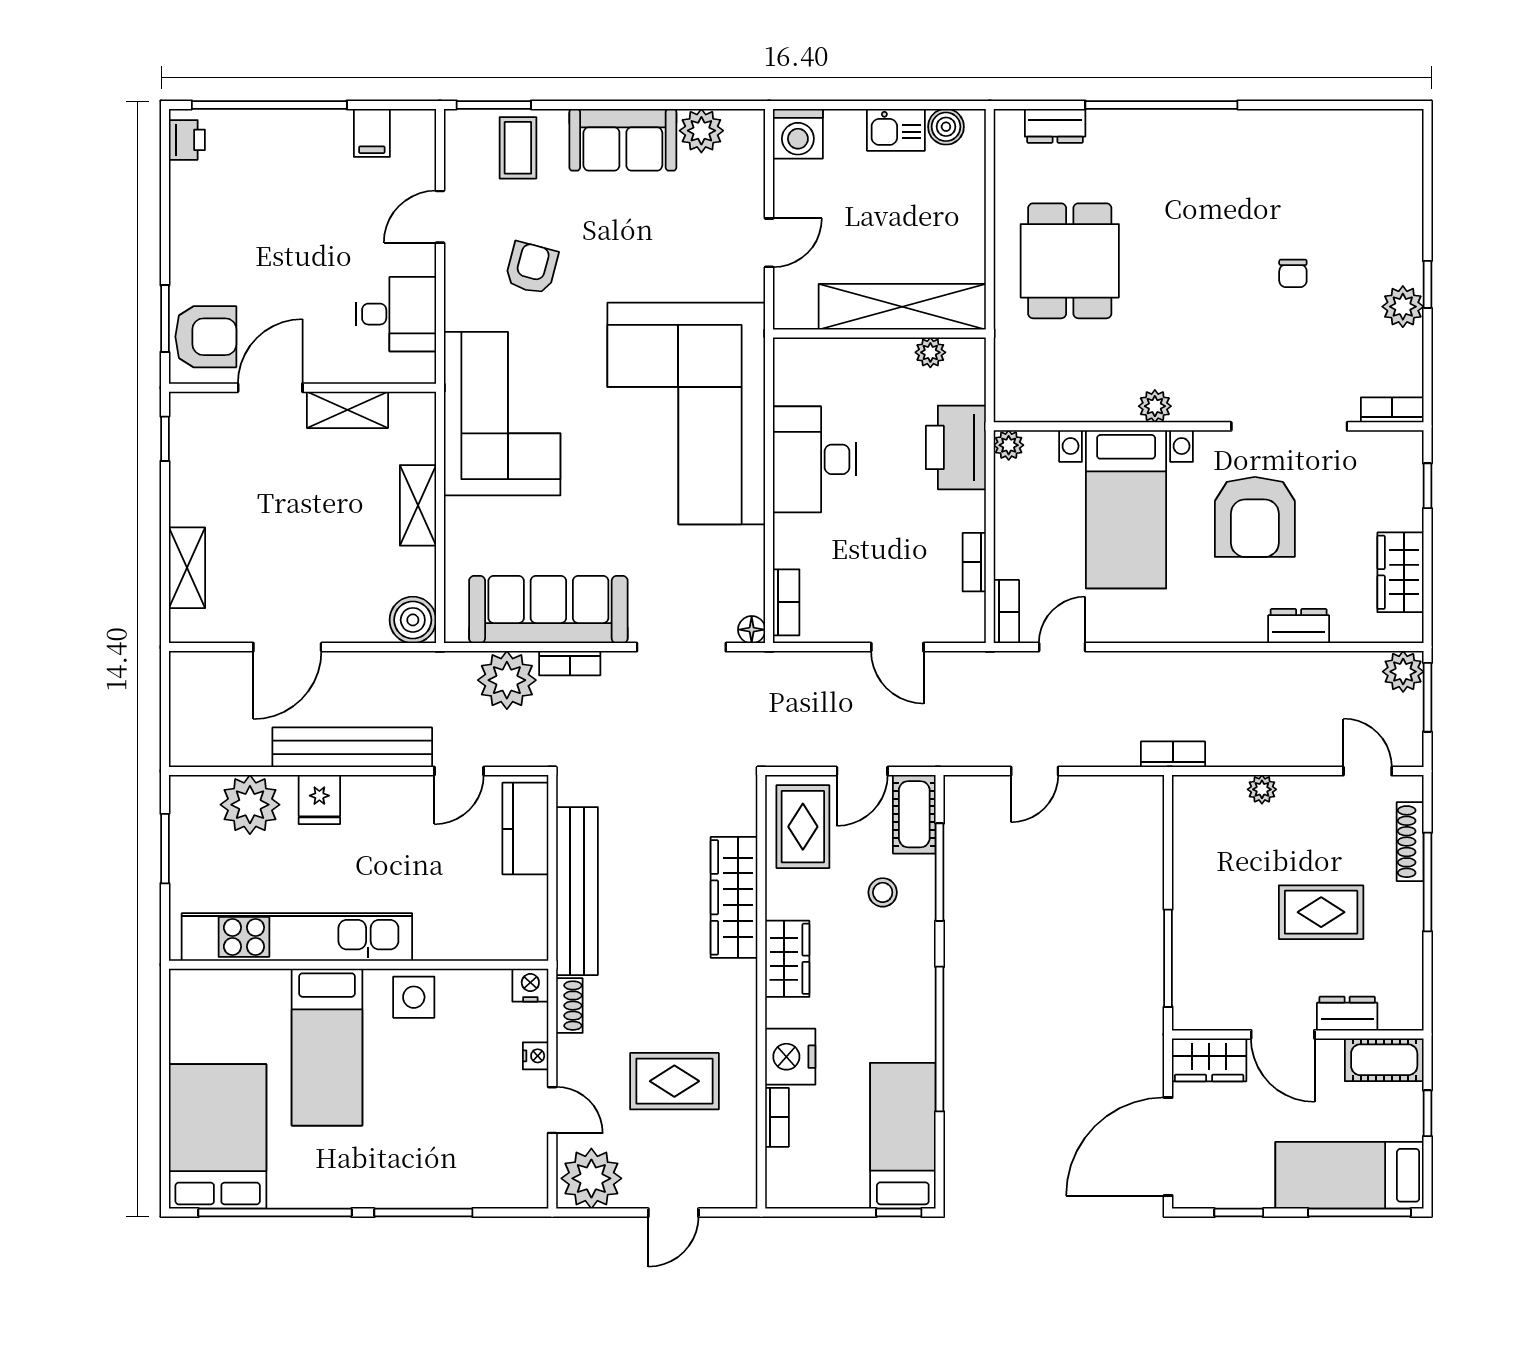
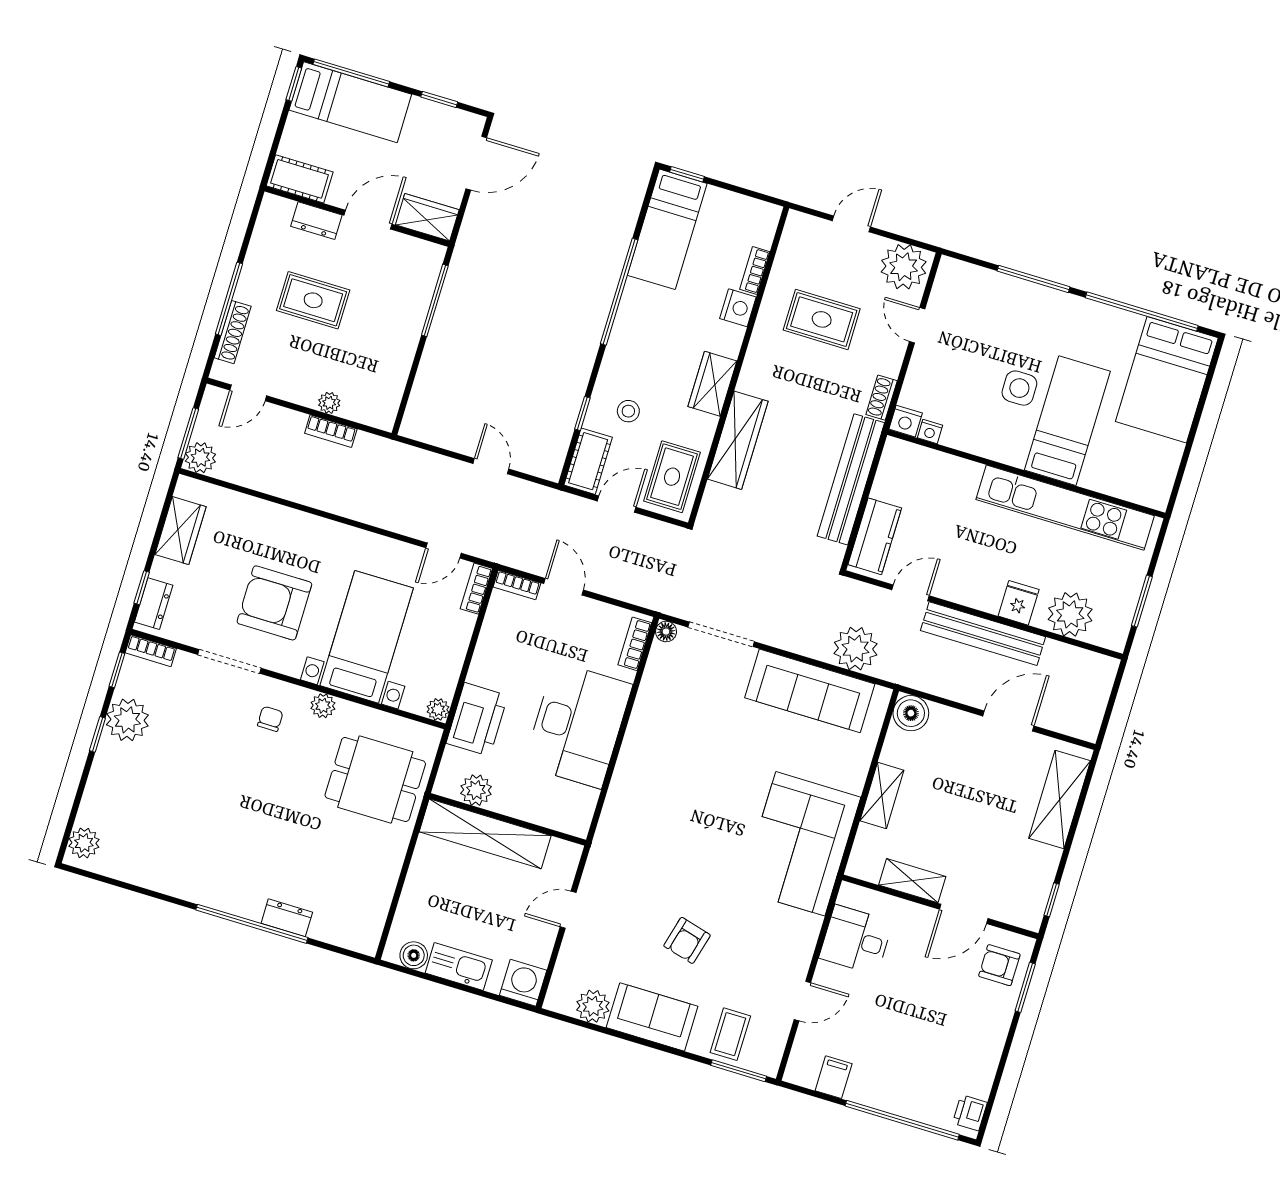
dresser: (1055, 126) -> (287, 918), moved
kitchen sink: (896, 130) -> (459, 966), width x1.38
plant: (1403, 143) -> (84, 843), added
dining table: (1070, 261) -> (375, 780), moved, turned 90
armchair: (531, 268) -> (687, 940), moved
chair: (1293, 273) -> (270, 719), moved
plant: (1403, 307) -> (127, 720), width x1.36, depth x1.36
armchair: (206, 337) -> (999, 965), width x0.72, depth x0.72
plant: (930, 352) -> (476, 790), width x1.38, depth x1.38
window: (1427, 373) -> (117, 670), added
corner sofa: (686, 414) -> (666, 803), removed
doorway: (1289, 426) -> (229, 661), width x0.73
desk: (815, 459) -> (578, 725), width x1.36, depth x1.30
armchair: (1255, 517) -> (274, 603), turned -90
bookcase: (974, 562) -> (517, 585), moved, turned 90
shelving: (187, 568) -> (1060, 800), width x1.50, depth x1.33
dresser: (1299, 626) -> (154, 604), moved, turned -90
bookcase: (570, 663) -> (806, 647), removed
bookcase: (1173, 754) -> (331, 431), moved
door: (1035, 771) -> (491, 466), hinge flipped
door: (1368, 771) -> (248, 393), hinge flipped
window: (940, 872) -> (582, 413), width x0.46
side table: (414, 997) -> (1019, 388), moved
door: (1283, 1034) -> (368, 220), hinge flipped
nightstand: (536, 1056) -> (930, 432), moved, turned -90
nightstand: (790, 1057) -> (738, 308), width x0.74, depth x0.75
window: (1427, 1113) -> (294, 84), moved
door: (1168, 1146) -> (476, 163), width x0.73

